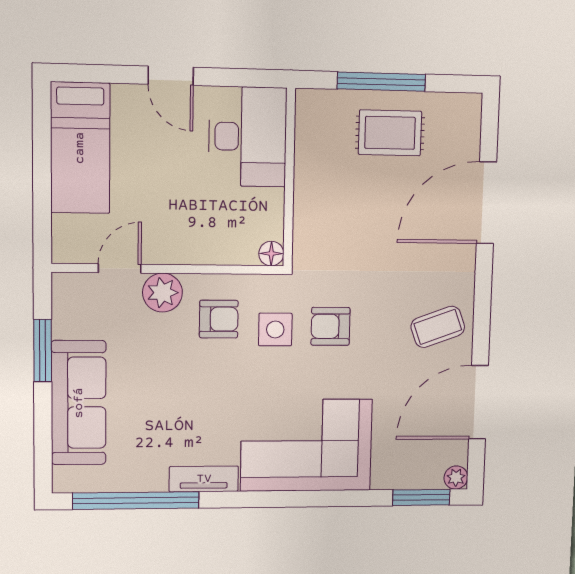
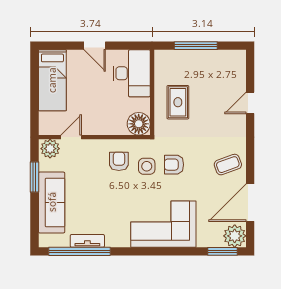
rug: (390, 133) -> (178, 102), moved, turned 90
door: (486, 203) -> (250, 103), width x0.53
floor lamp: (271, 254) -> (139, 124), width x1.89, depth x1.89
plant: (162, 293) -> (50, 149), moved
armchair: (219, 319) -> (119, 161), turned -90
plant: (456, 478) -> (235, 236), width x1.87, depth x1.87
tv unit: (204, 479) -> (87, 241), moved

